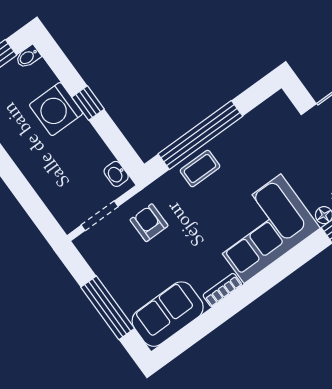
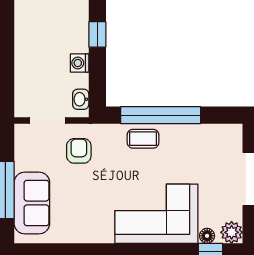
washing machine: (56, 109) -> (80, 63), moved, width x0.53, depth x0.53
bookcase: (222, 290) -> (96, 237), removed
sofa: (168, 314) -> (32, 203), moved, turned 90

